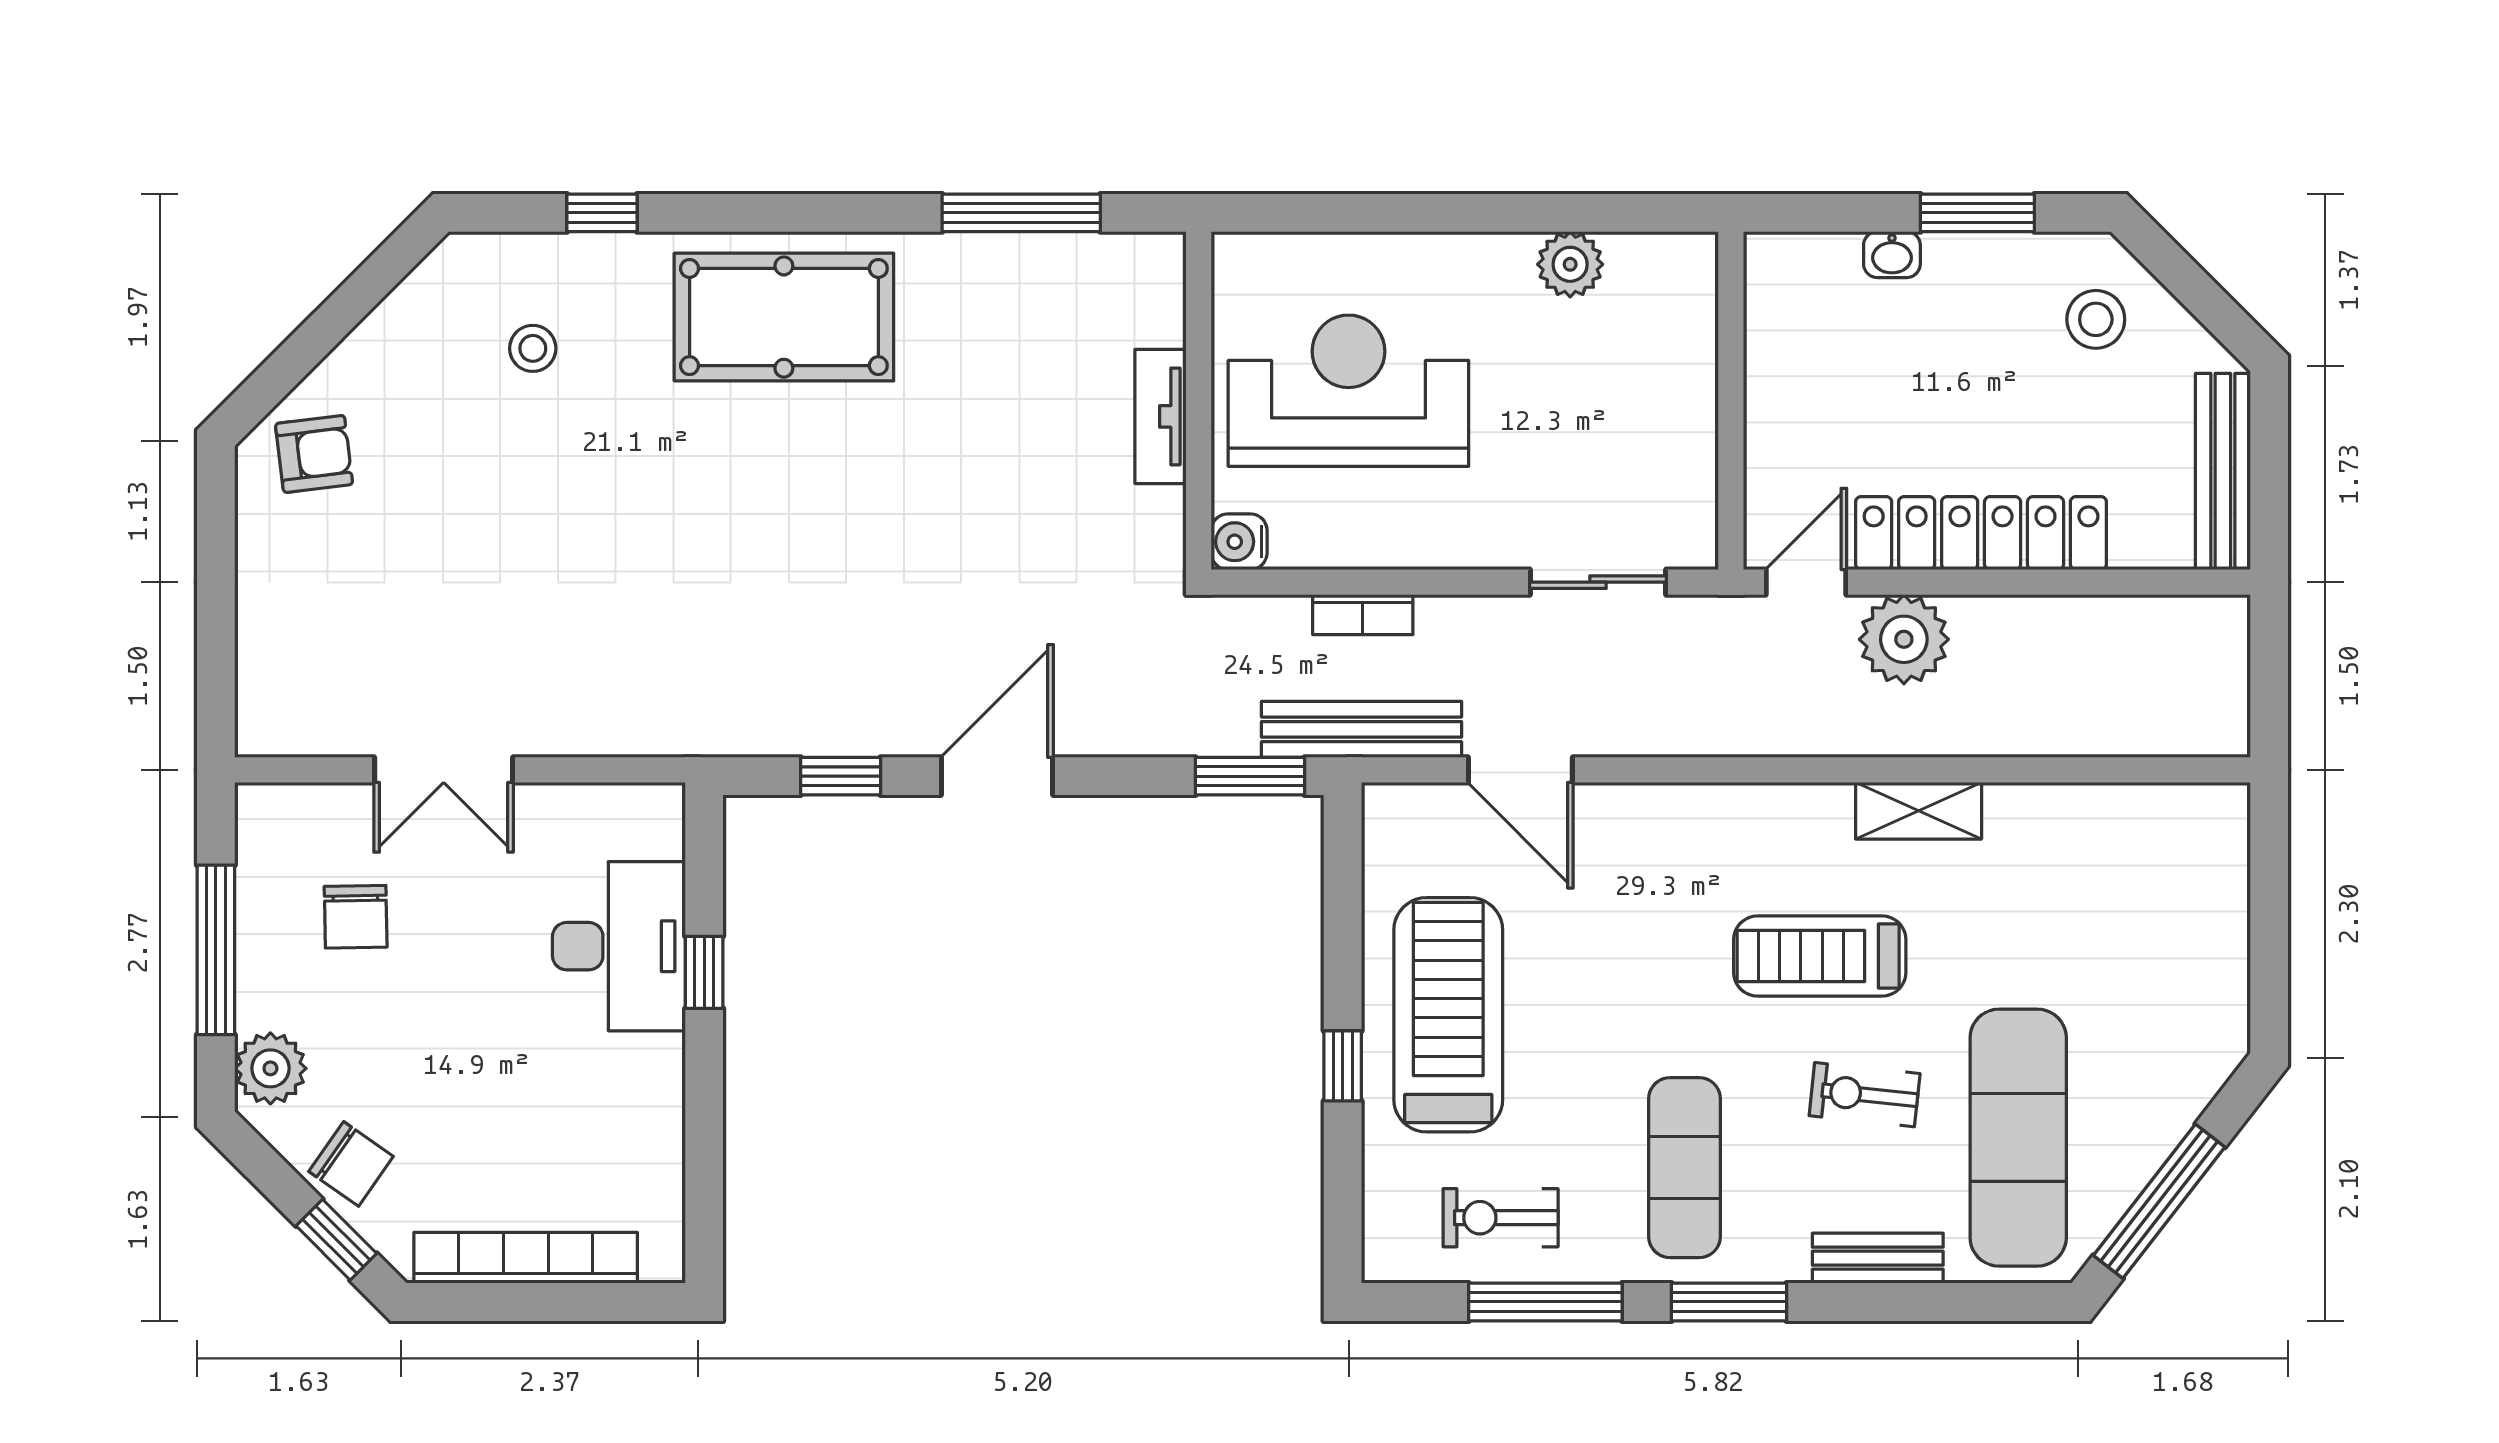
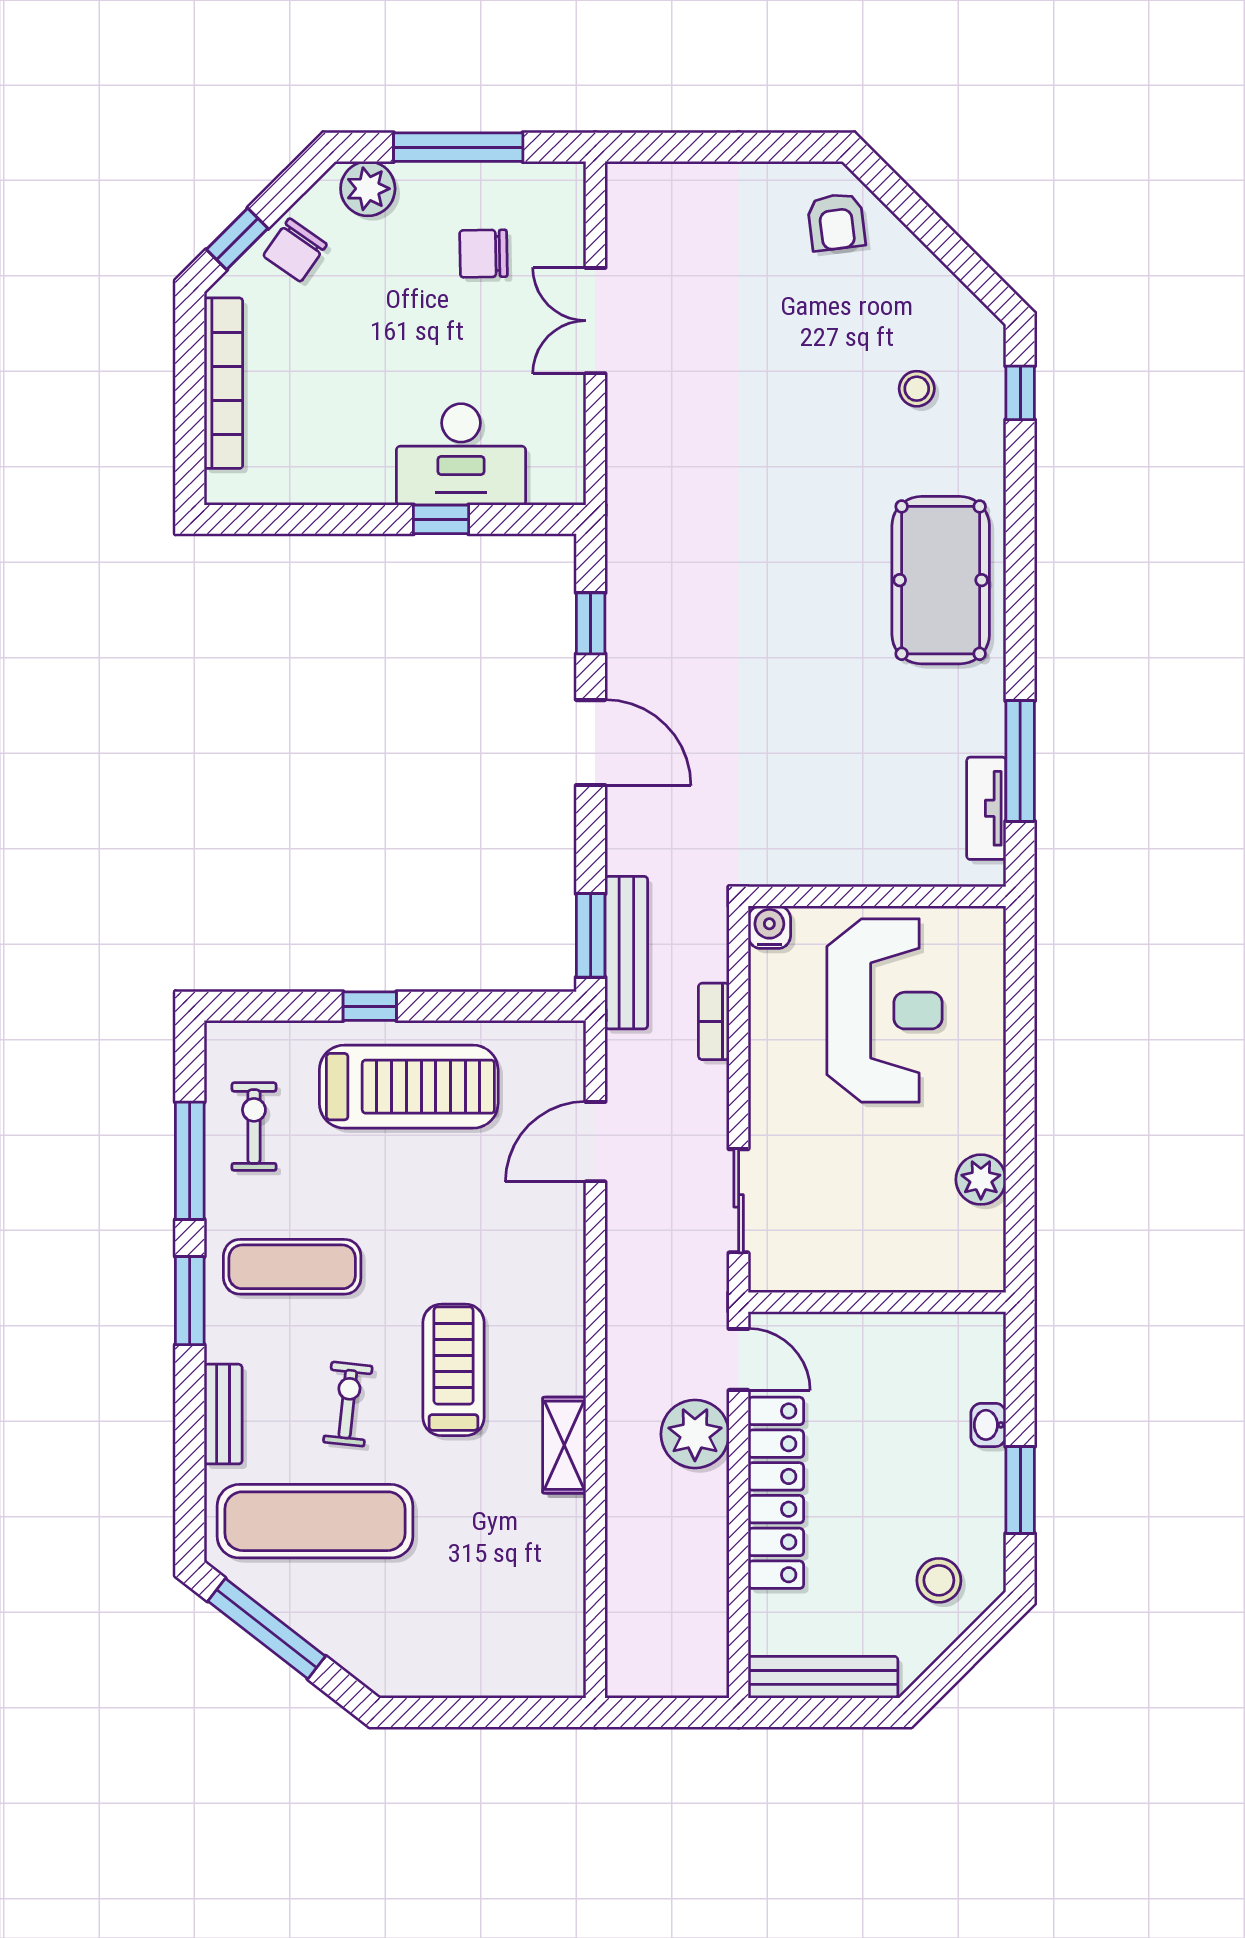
window: (602, 213) -> (1020, 393), moved
tv unit: (1161, 416) -> (986, 808), moved, turned -90
bench: (1361, 729) -> (626, 953), moved

